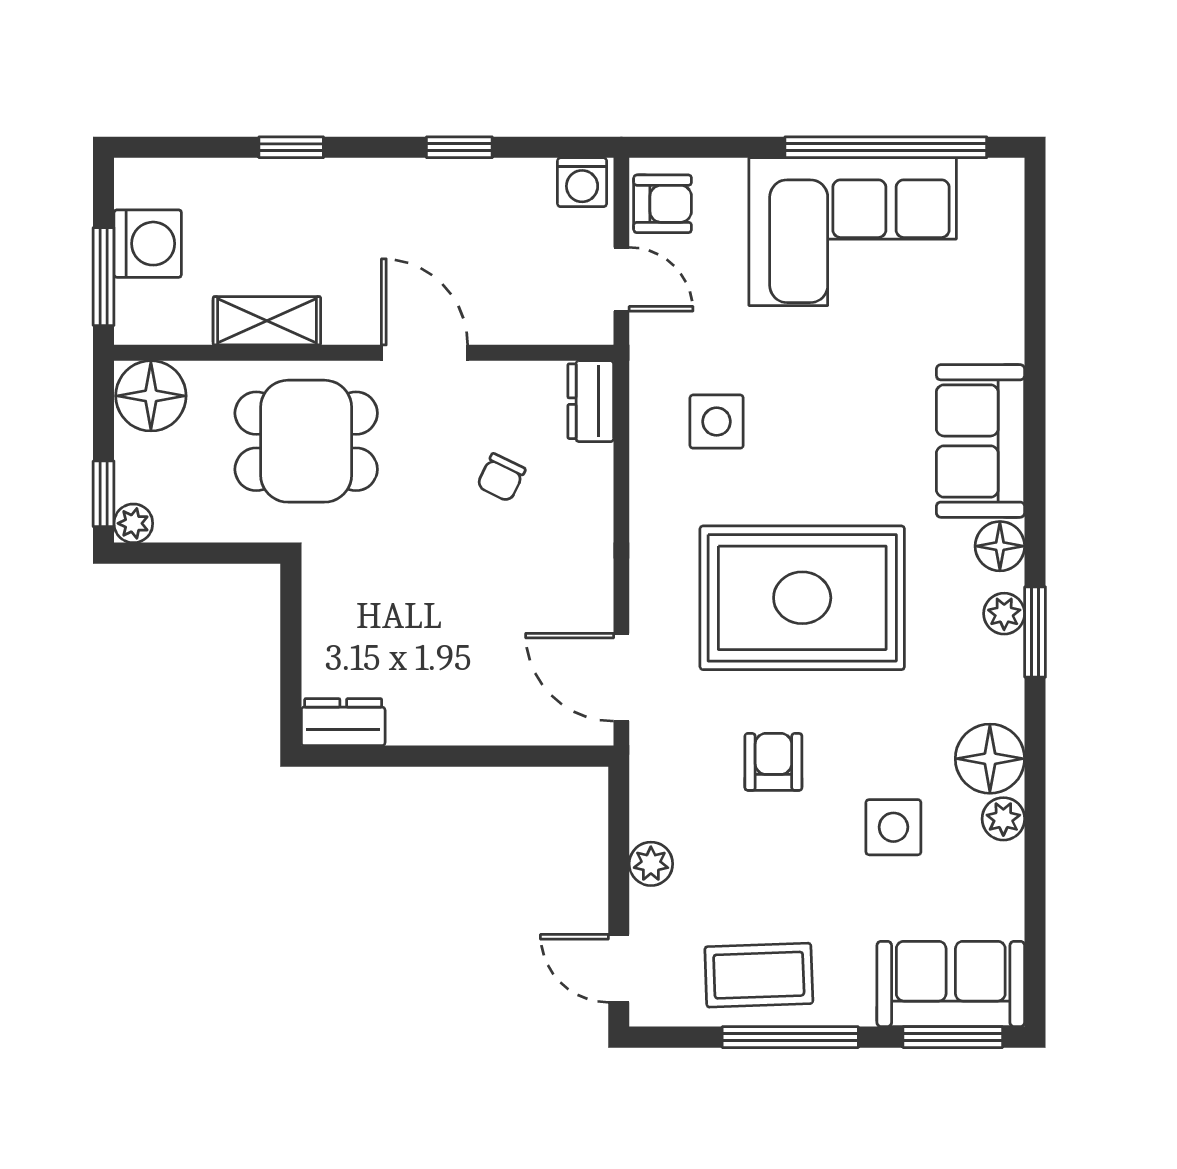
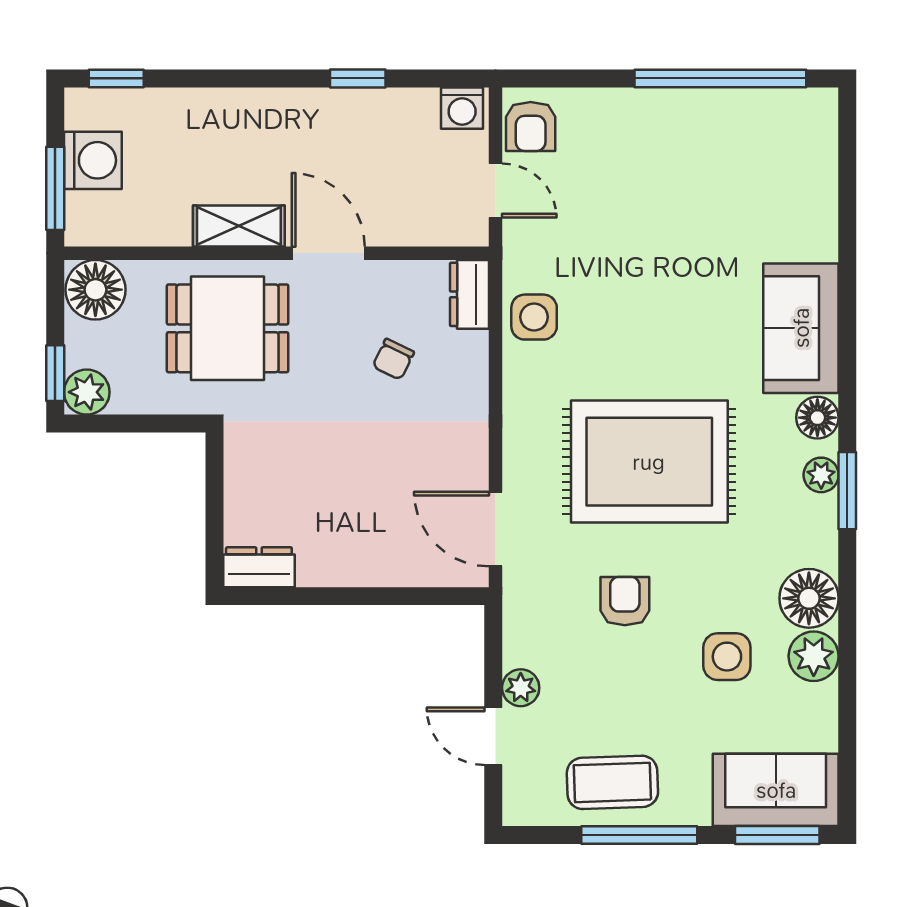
window: (291, 147) -> (116, 78), moved
armchair: (663, 204) -> (531, 126), turned 90
corner sofa: (853, 232) -> (692, 150), removed
shelving: (267, 321) -> (239, 226), moved
side table: (717, 422) -> (534, 317), moved
plant: (133, 523) -> (87, 392), width x1.38, depth x1.38
plant: (1003, 819) -> (814, 656), width x1.38, depth x1.38
door: (619, 968) -> (493, 736), moved

